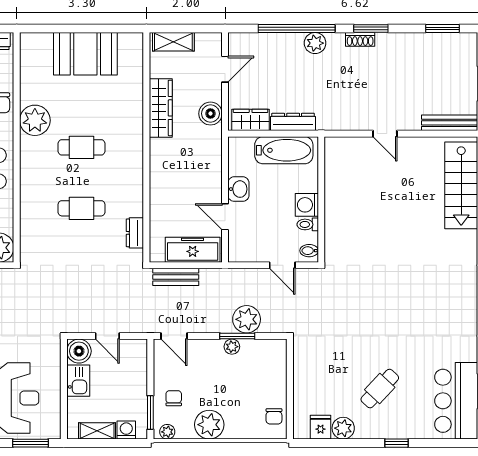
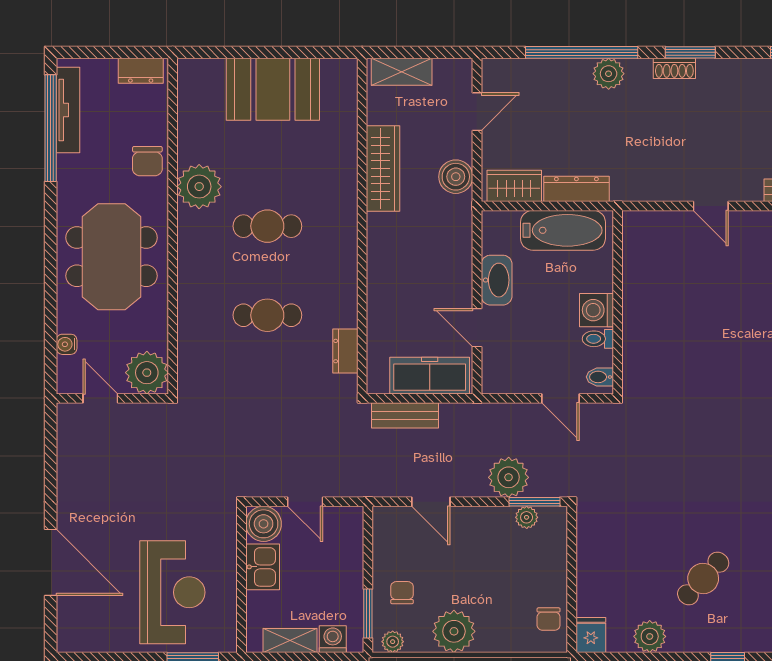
washbasin: (238, 189) -> (497, 280), width x1.38
door: (174, 336) -> (431, 502), moved
window: (237, 336) -> (535, 502), moved
plant: (232, 347) -> (527, 517), moved
fridge: (321, 427) -> (591, 635), moved

